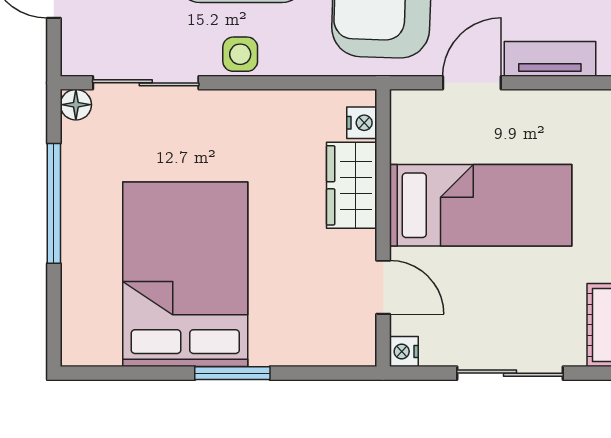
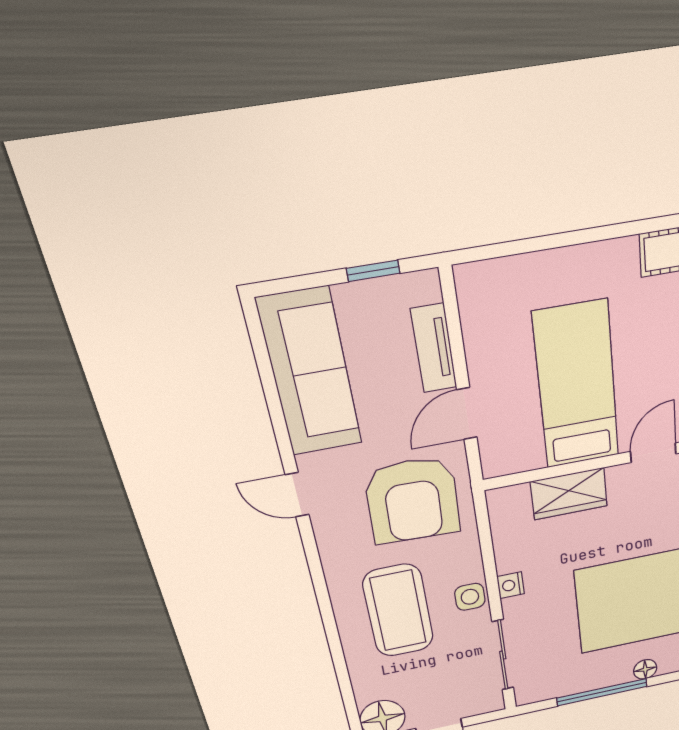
door: (472, 83) -> (467, 414), hinge flipped
floor lamp: (76, 105) -> (645, 669), moved
nightstand: (362, 123) -> (511, 585), moved, turned -90

